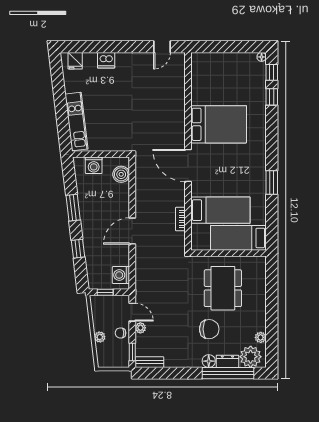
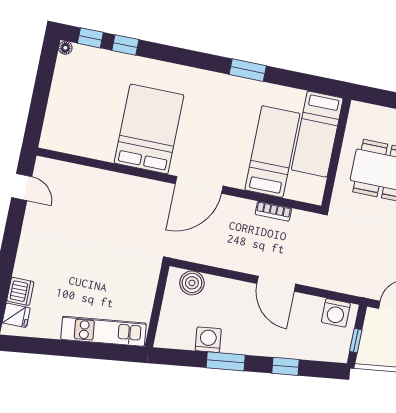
dishwasher: (106, 60) -> (20, 291), moved
washing machine: (94, 165) -> (208, 340), moved, turned -97

